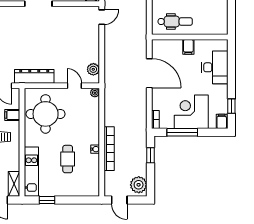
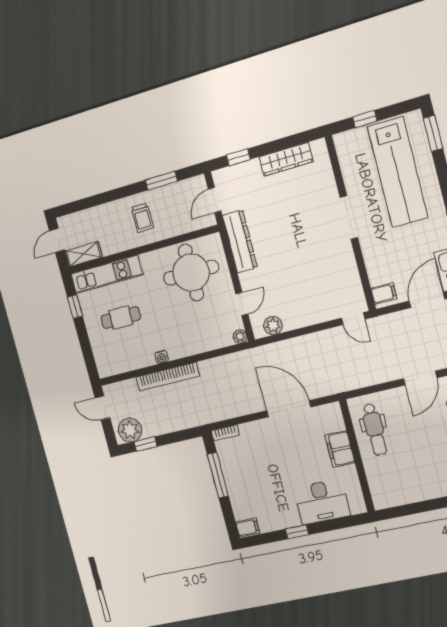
filing cabinet: (188, 47) -> (340, 449), width x2.00
door: (149, 73) -> (289, 409), swing flipped
window: (231, 106) -> (297, 532), moved
corner desk: (191, 112) -> (250, 482), removed
filing cabinet: (12, 115) -> (177, 225), removed
window: (150, 155) -> (146, 444), moved
cafe table: (68, 159) -> (121, 318), moved
door: (119, 200) -> (103, 408), hinge flipped

